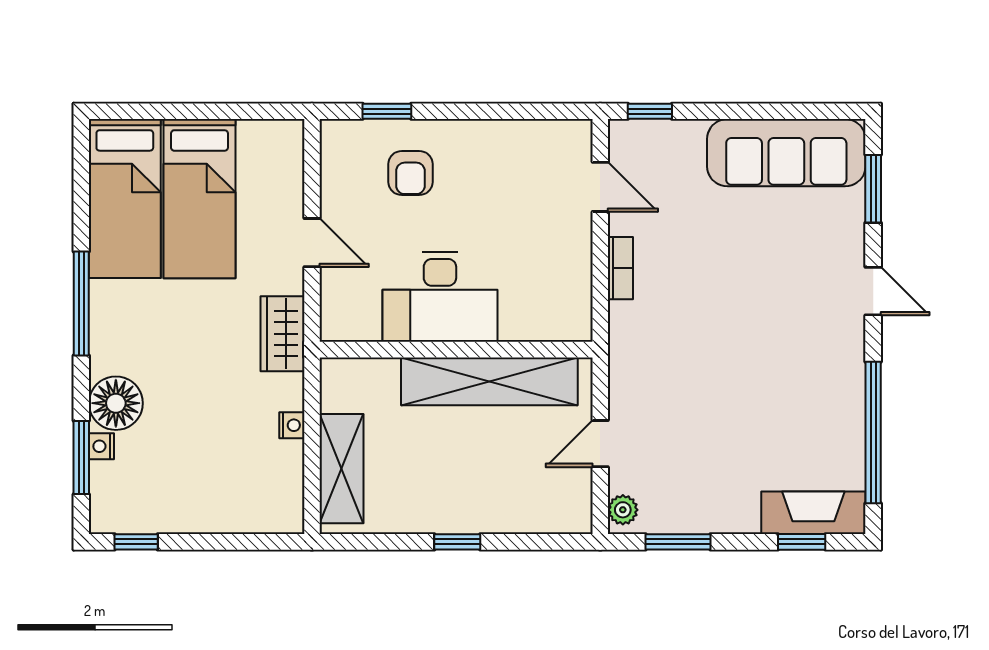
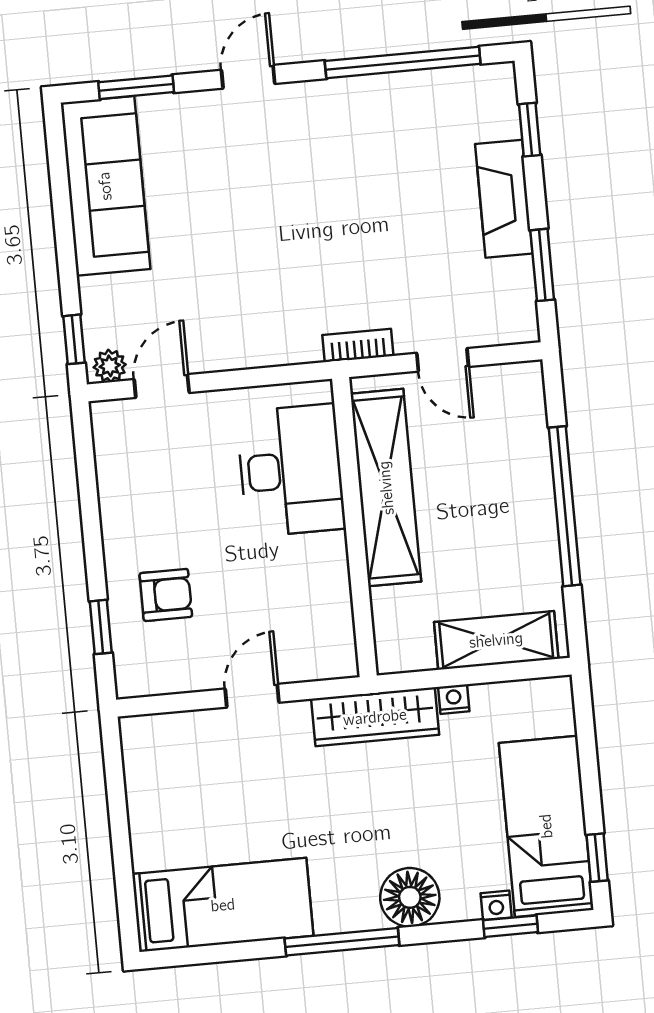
bed: (199, 199) -> (546, 826), moved, turned -90
bookcase: (620, 268) -> (358, 345), moved
desk: (440, 297) -> (291, 470), moved
wardrobe: (282, 334) -> (375, 717), width x1.50
floor lamp: (116, 403) -> (410, 897), moved
window: (81, 458) -> (510, 926), width x0.67
plant: (623, 510) -> (110, 366), moved
fireplace: (813, 513) -> (504, 199), moved
window: (457, 542) -> (565, 506), width x3.17

